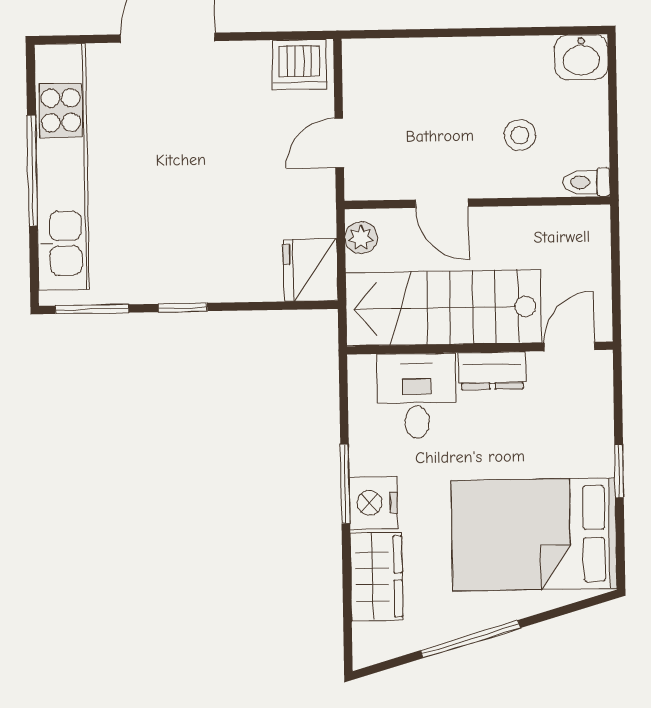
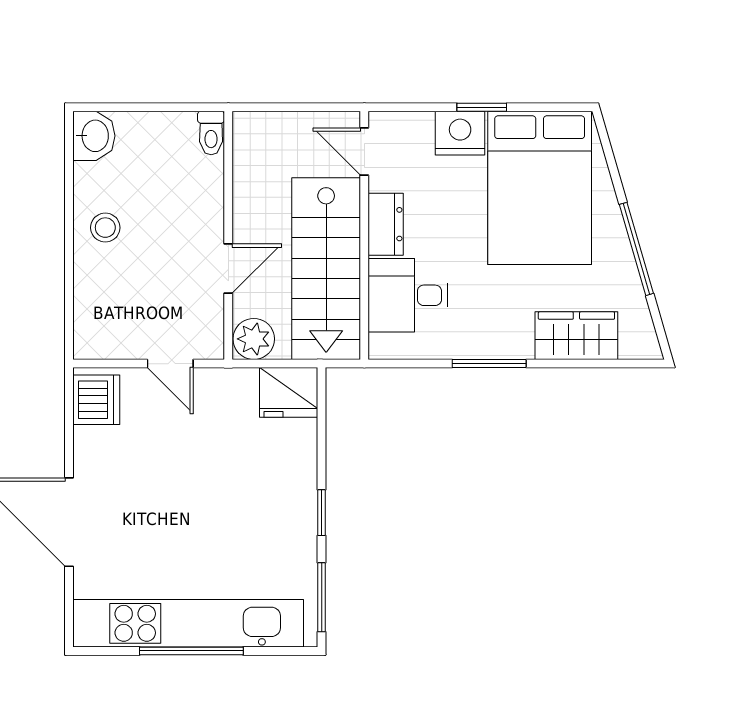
stool: (520, 135) -> (105, 228), moved
plant: (361, 238) -> (254, 339), width x1.38, depth x1.38
nightstand: (373, 503) -> (460, 133), moved, turned 180

